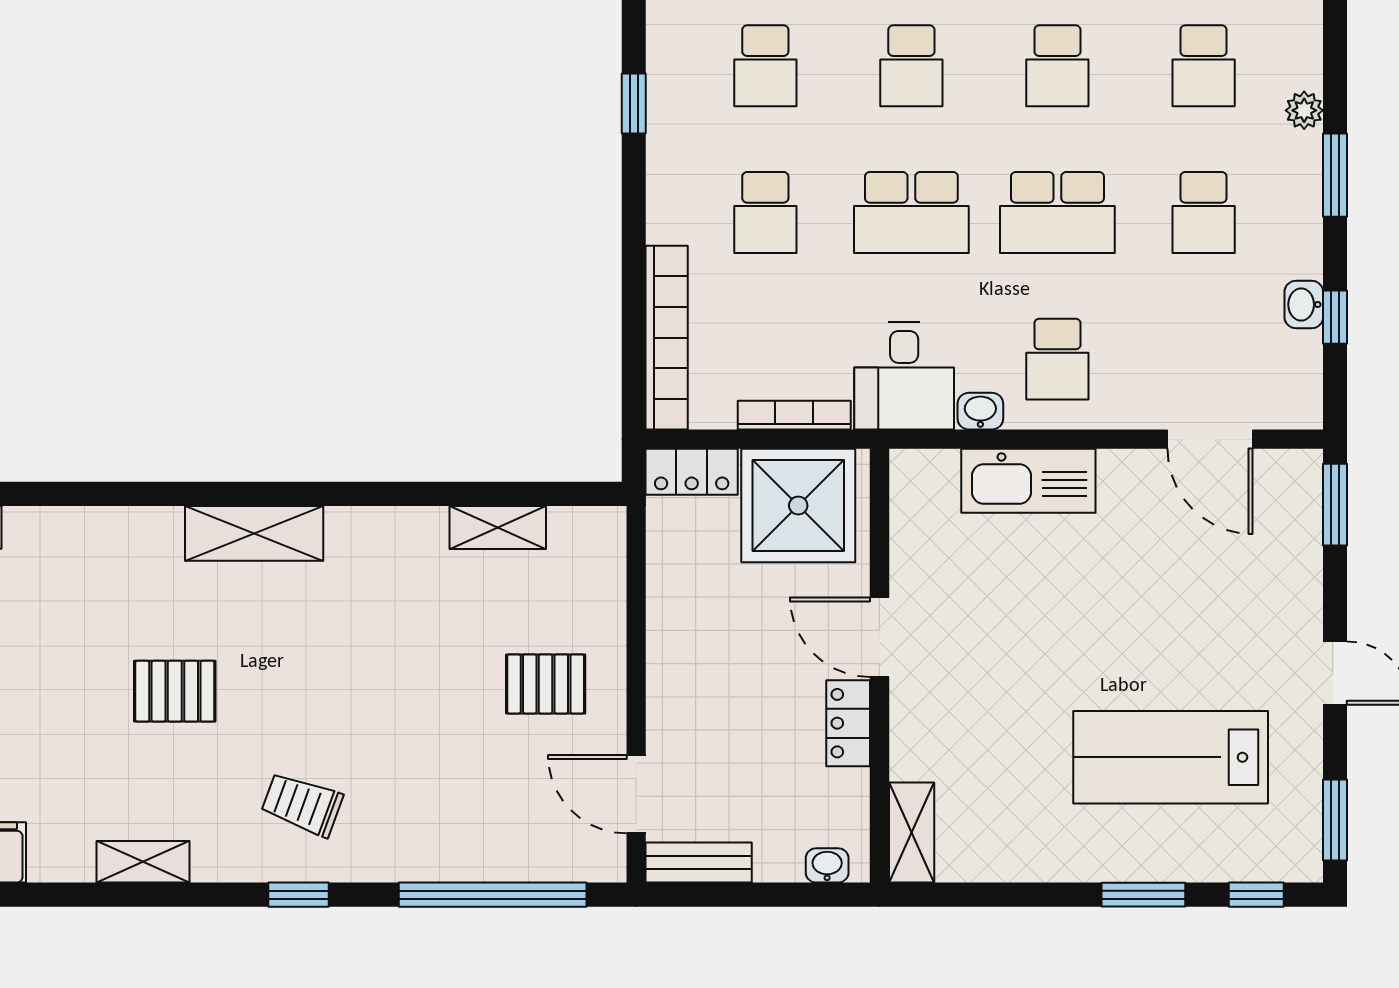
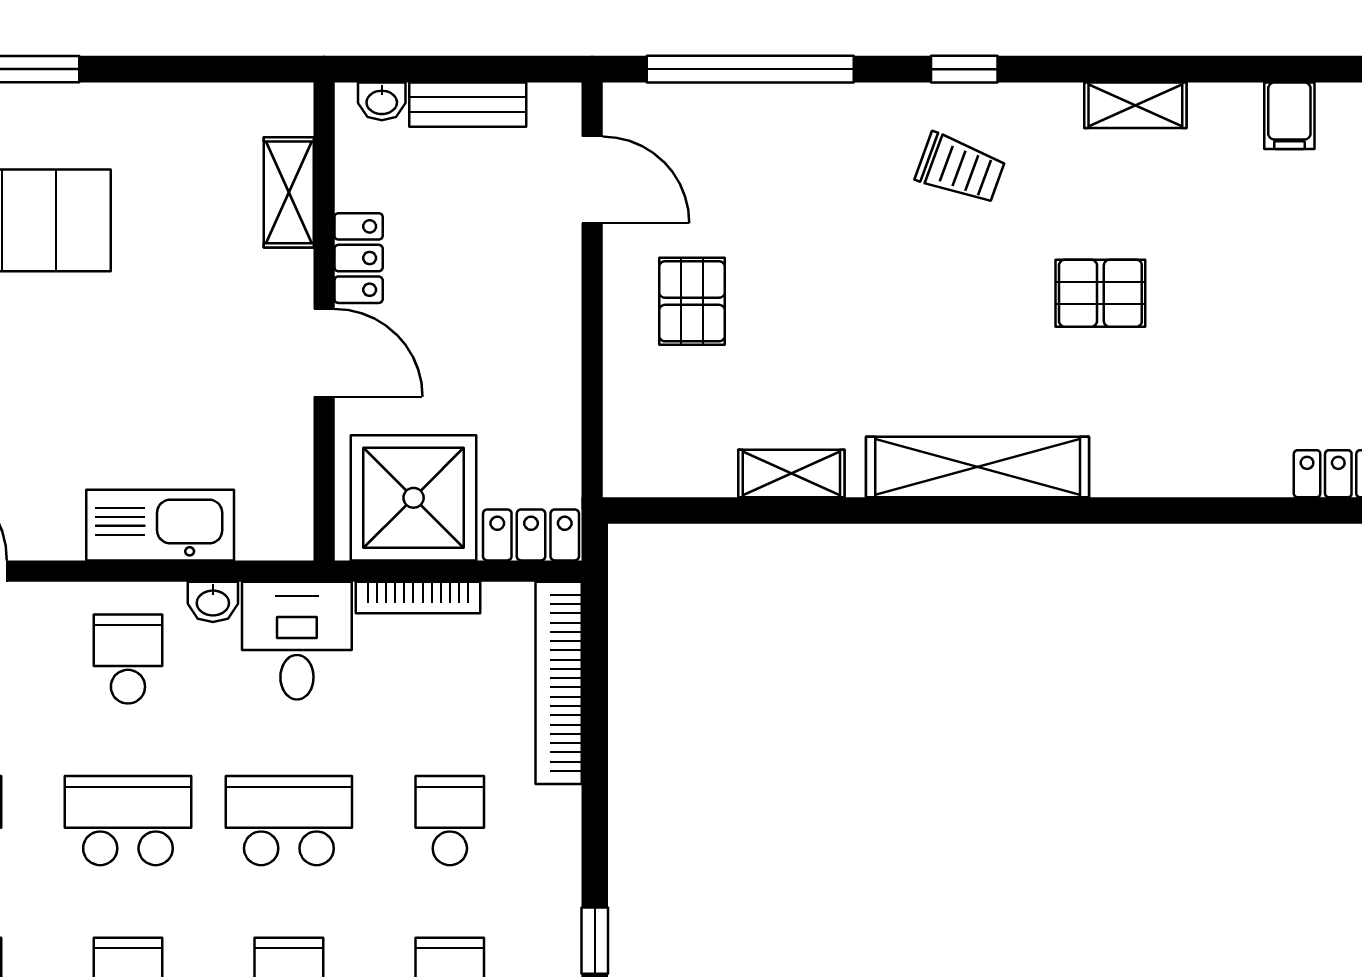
shelving: (498, 527) -> (791, 474), moved
shelving: (254, 533) -> (978, 467), width x1.47
pallet: (546, 684) -> (692, 301), turned 90
shelving: (912, 833) -> (289, 192), moved
bench: (699, 862) -> (468, 105), moved

